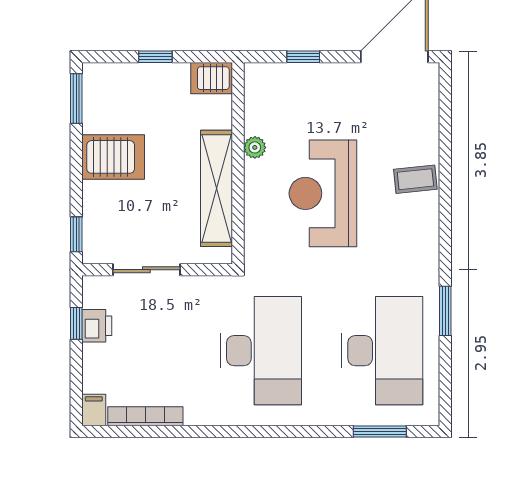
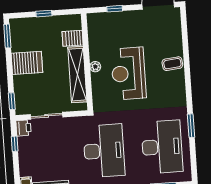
server rack: (212, 78) -> (73, 38), moved
plant: (255, 147) -> (95, 67), moved
printer: (97, 326) -> (23, 128), moved

